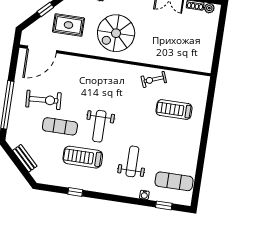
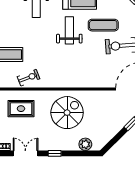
rug: (69, 25) -> (21, 109), moved

